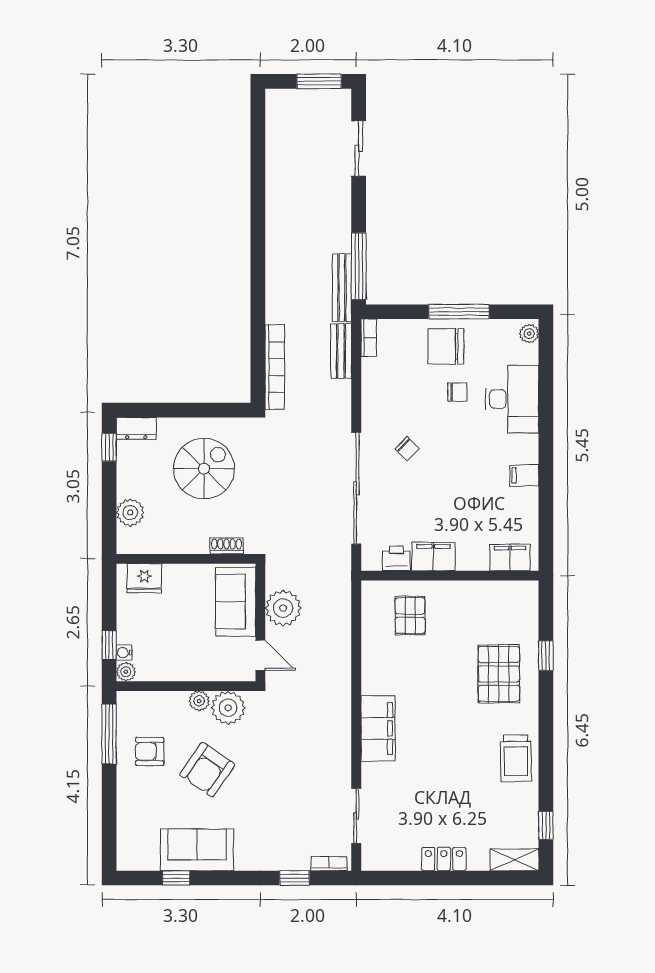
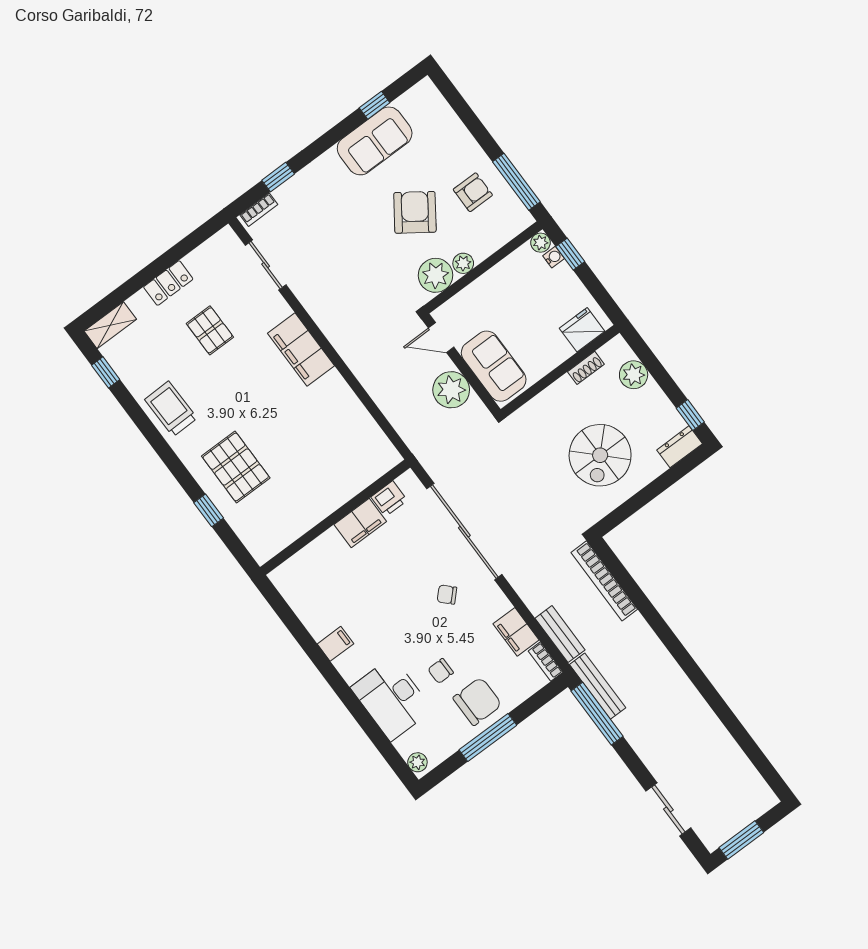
shoe rack: (227, 546) -> (586, 368), moved
filing cabinet: (510, 557) -> (516, 632), moved, turned 90
pallet: (410, 616) -> (210, 330), moved

